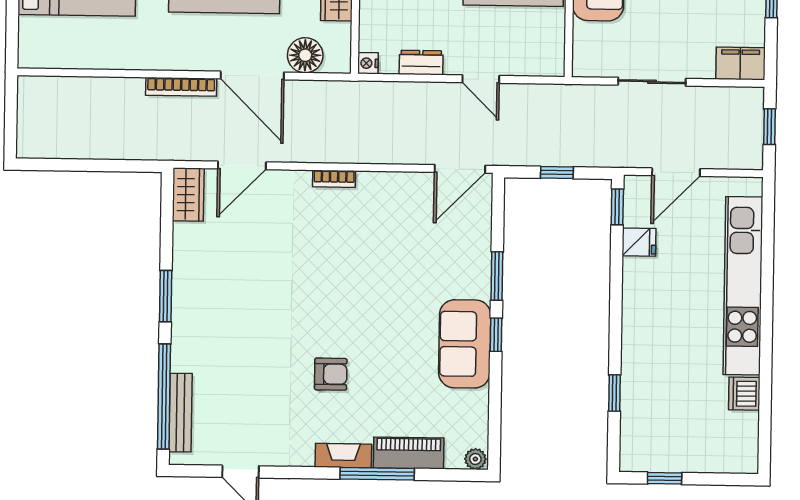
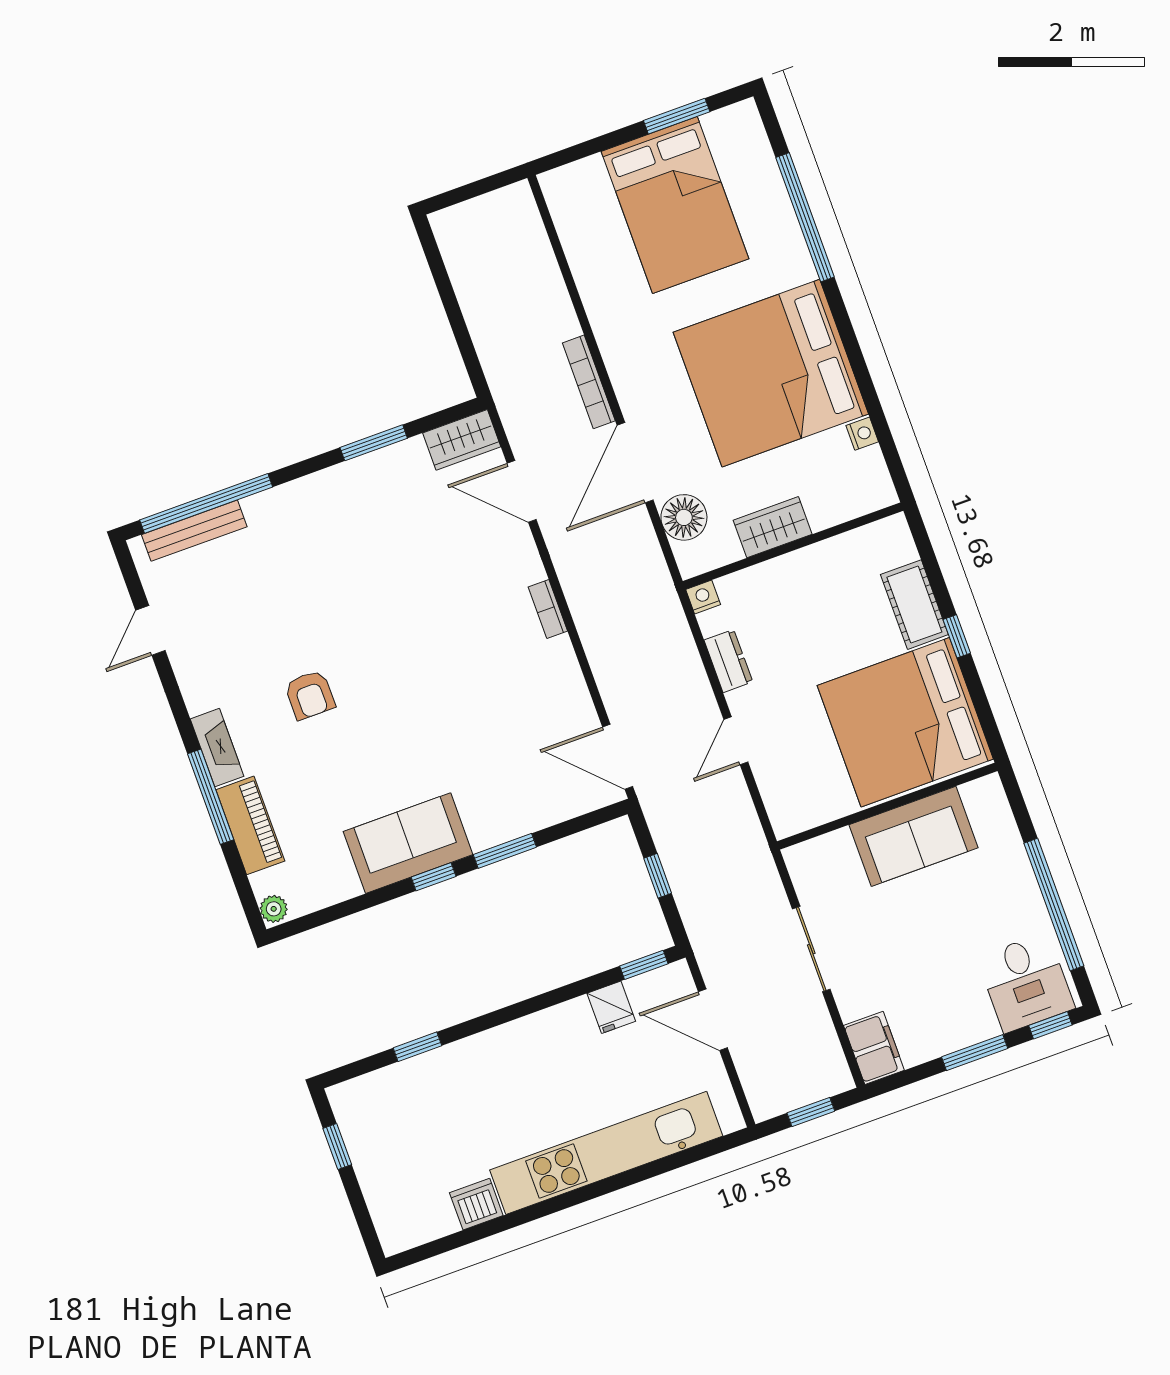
window: (166, 296) -> (374, 443), moved

